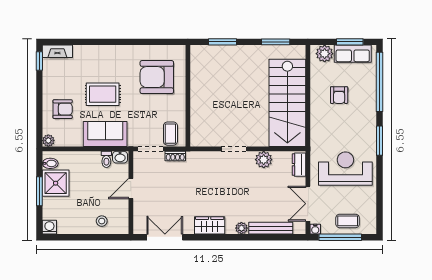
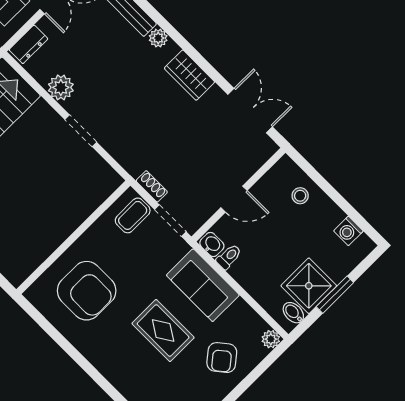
armchair: (63, 109) -> (222, 358), turned -129
washing machine: (49, 227) -> (348, 231), moved
double door: (165, 237) -> (250, 111), swing flipped

